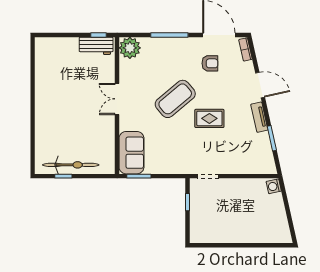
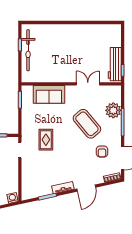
workbench: (96, 46) -> (115, 64), width x1.38
plant: (130, 48) -> (113, 110), moved
double door: (117, 99) -> (88, 84), moved
coffee table: (175, 99) -> (87, 124), moved
rug: (209, 118) -> (46, 140), moved
sofa: (131, 153) -> (49, 94), moved

